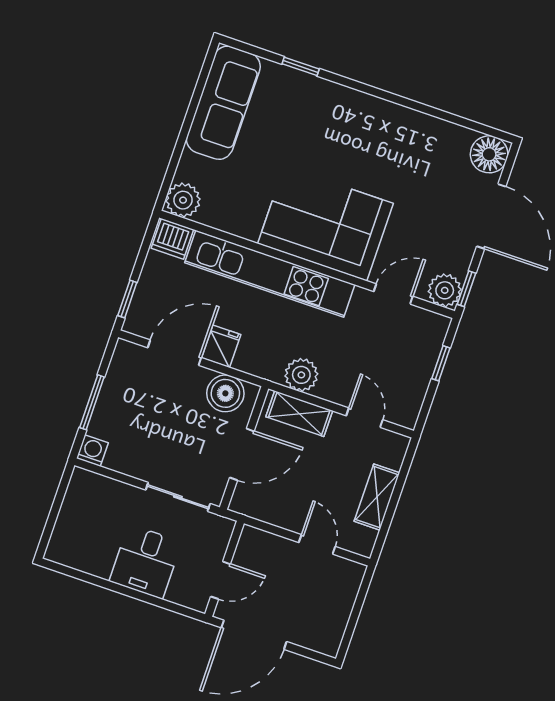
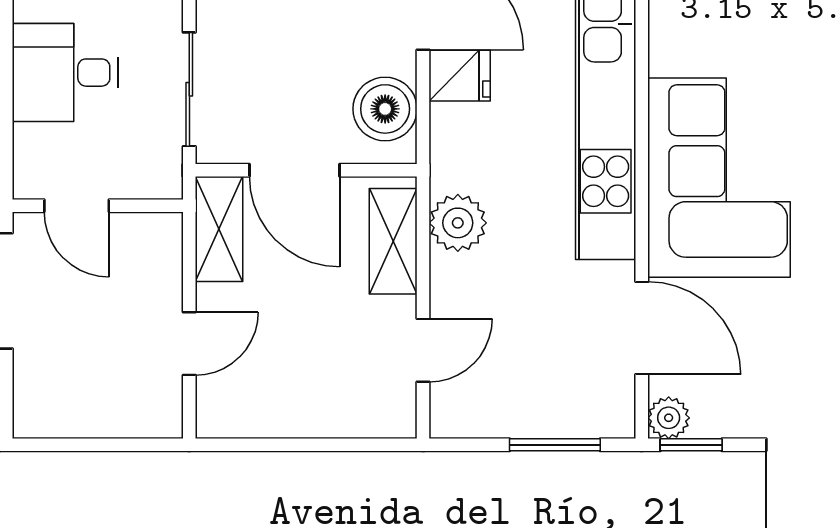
plant: (445, 290) -> (669, 418), width x0.73, depth x0.73
door: (393, 294) -> (642, 328), width x1.38
window: (441, 363) -> (555, 445), width x1.50
shelving: (377, 497) -> (219, 229), moved, turned 90

